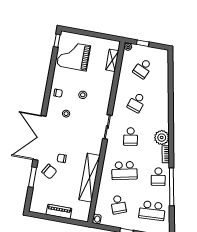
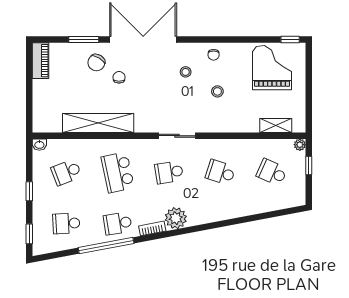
school desk: (152, 211) -> (66, 223), width x0.54
piano: (59, 212) -> (40, 61), moved

